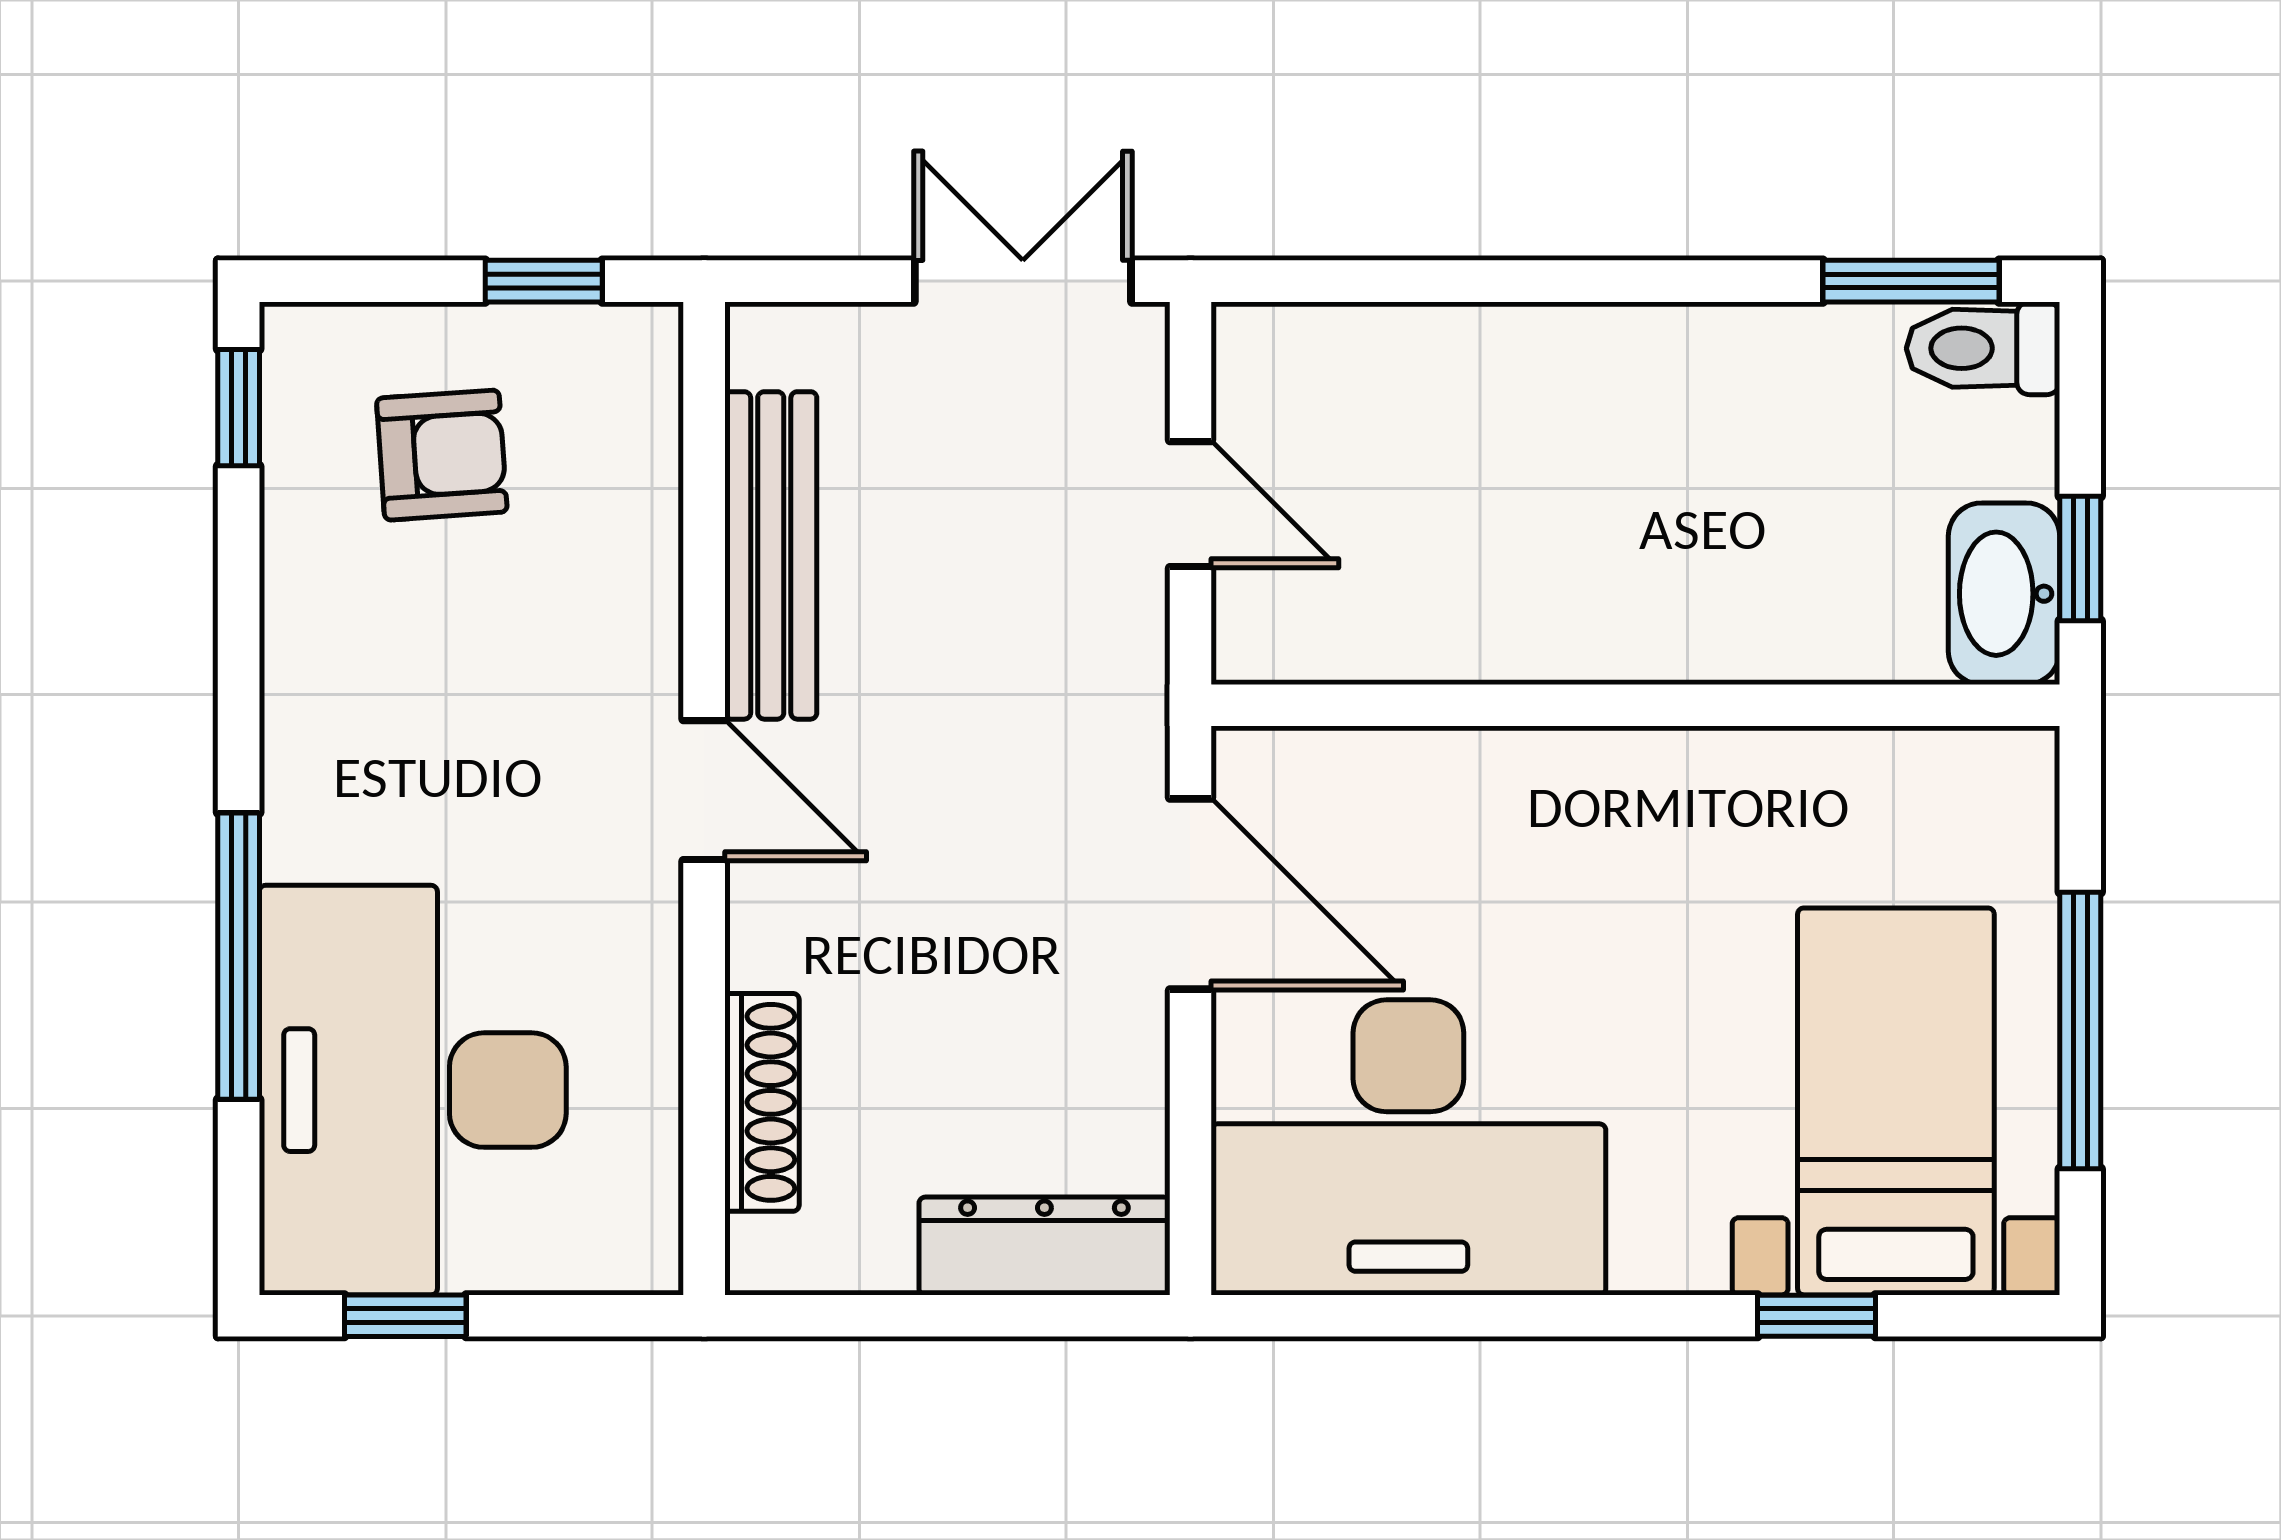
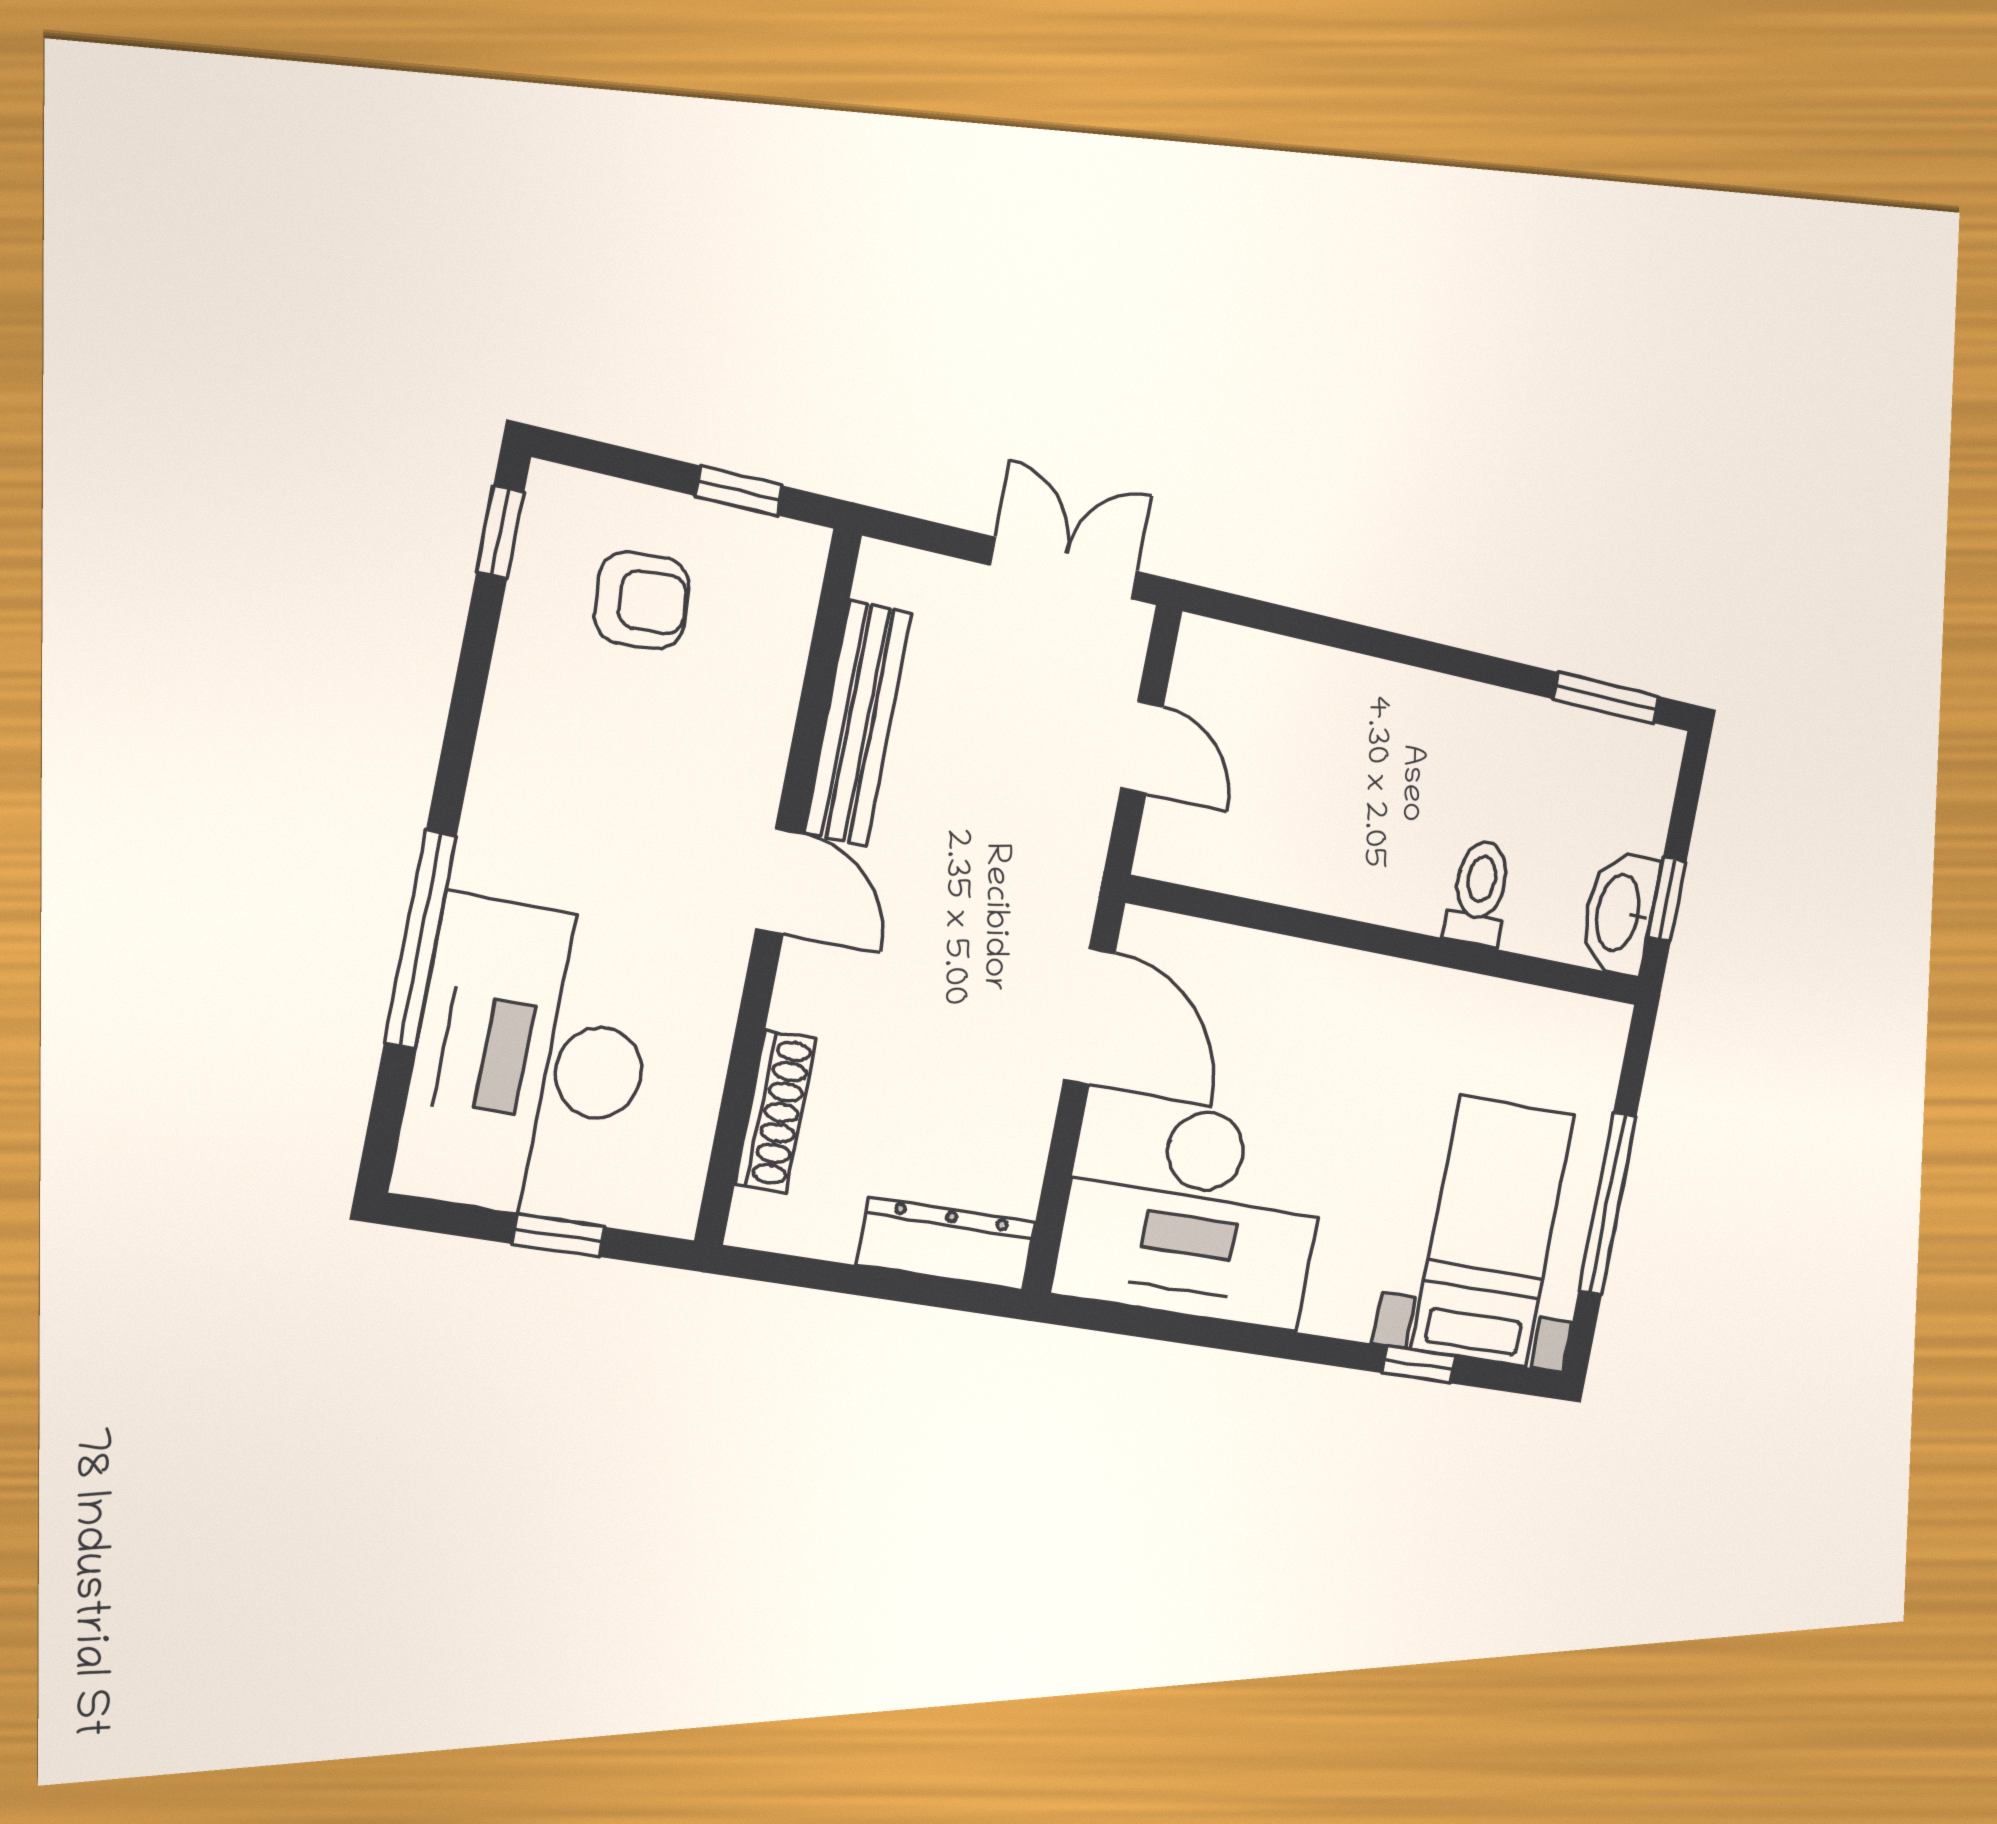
toilet: (1983, 348) -> (1479, 893), moved, turned 90
window: (405, 1316) -> (558, 1235), moved

